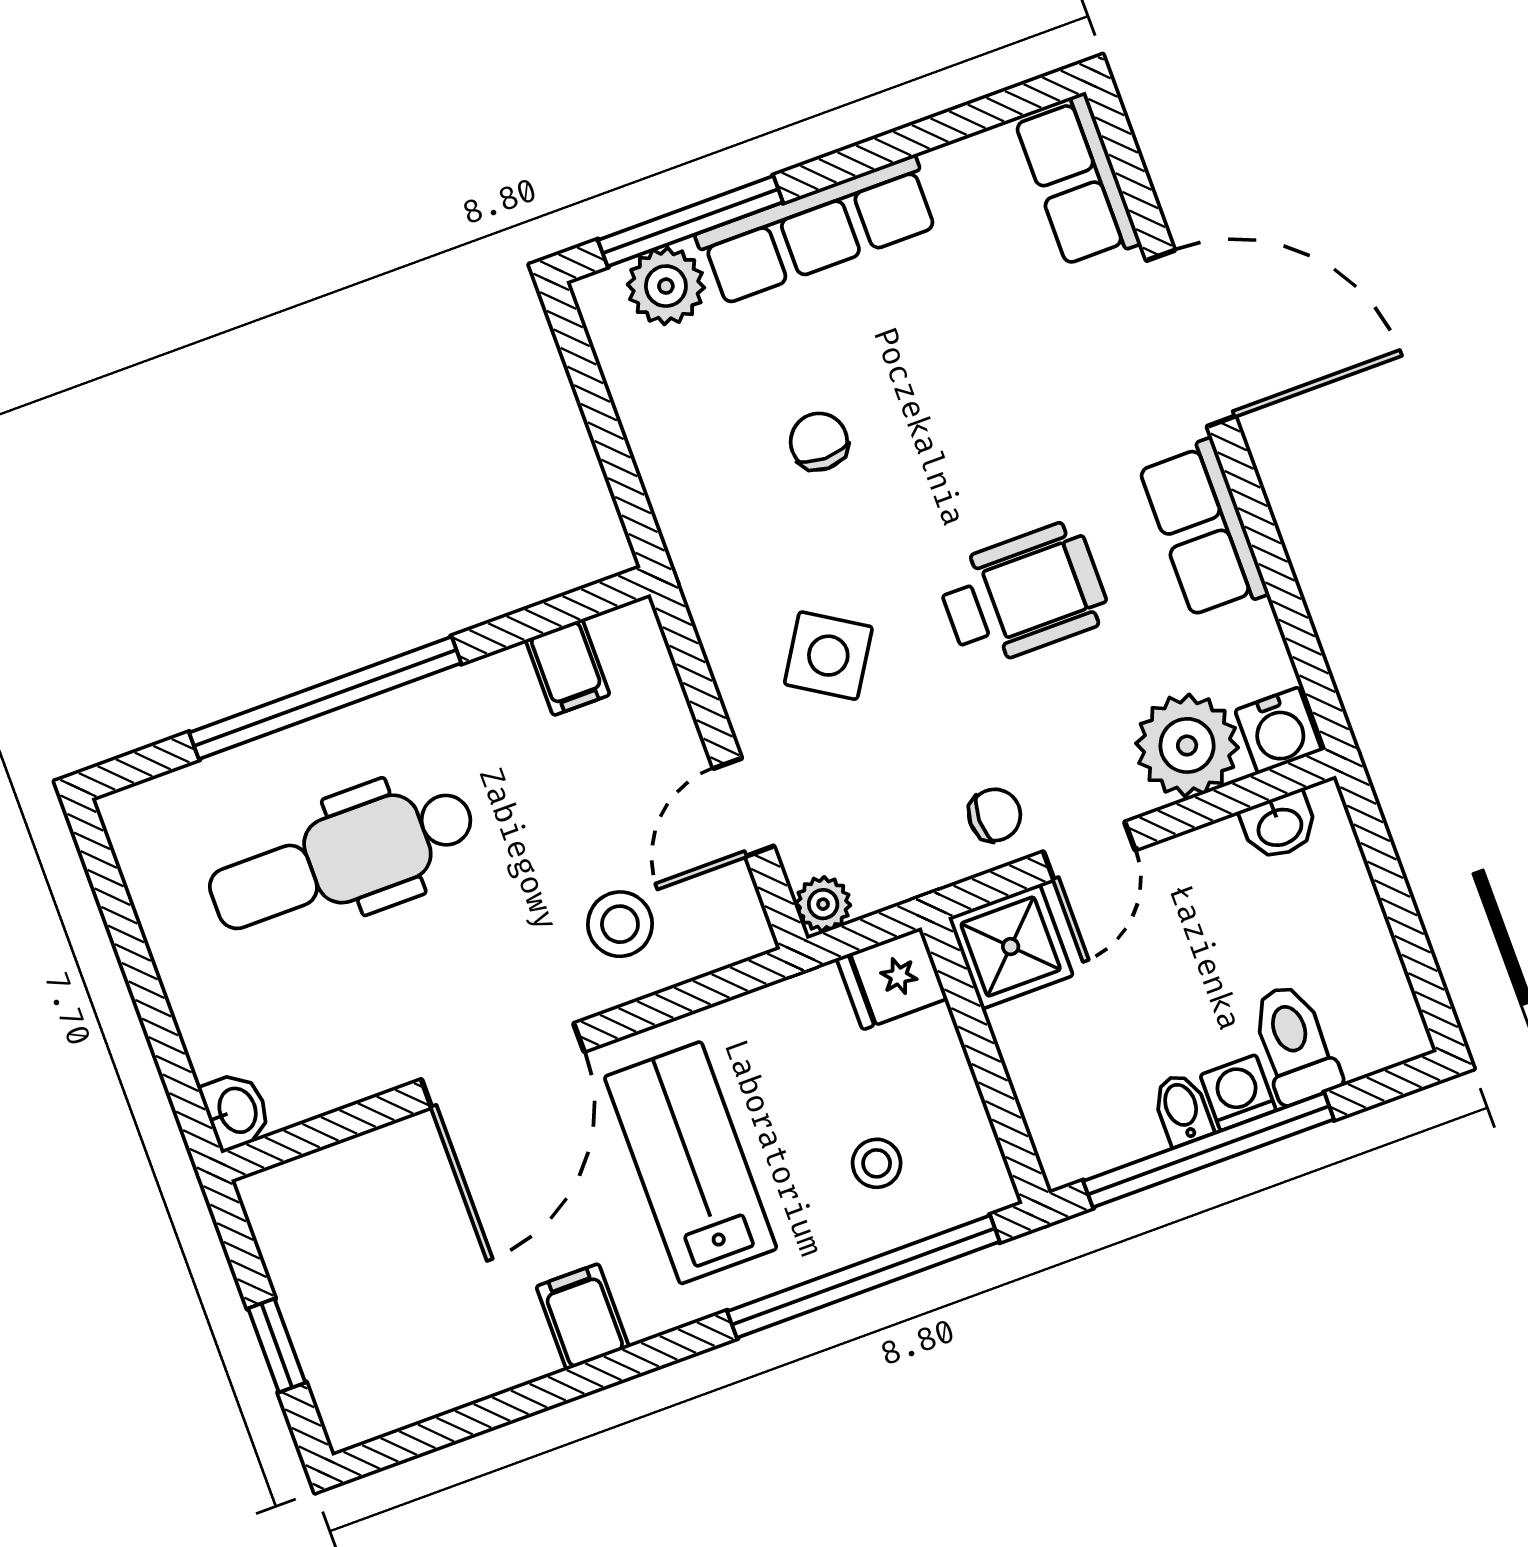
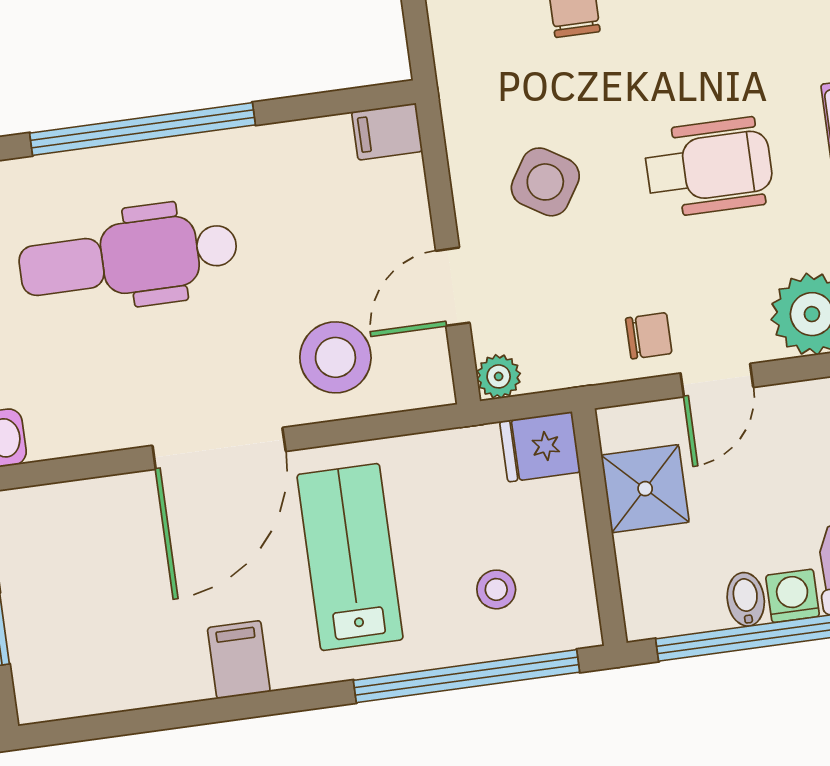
filing cabinet: (568, 667) -> (387, 132), moved, turned 90
stool: (620, 924) -> (335, 357), width x1.38, depth x1.38
shower: (1011, 947) -> (645, 489), moved

